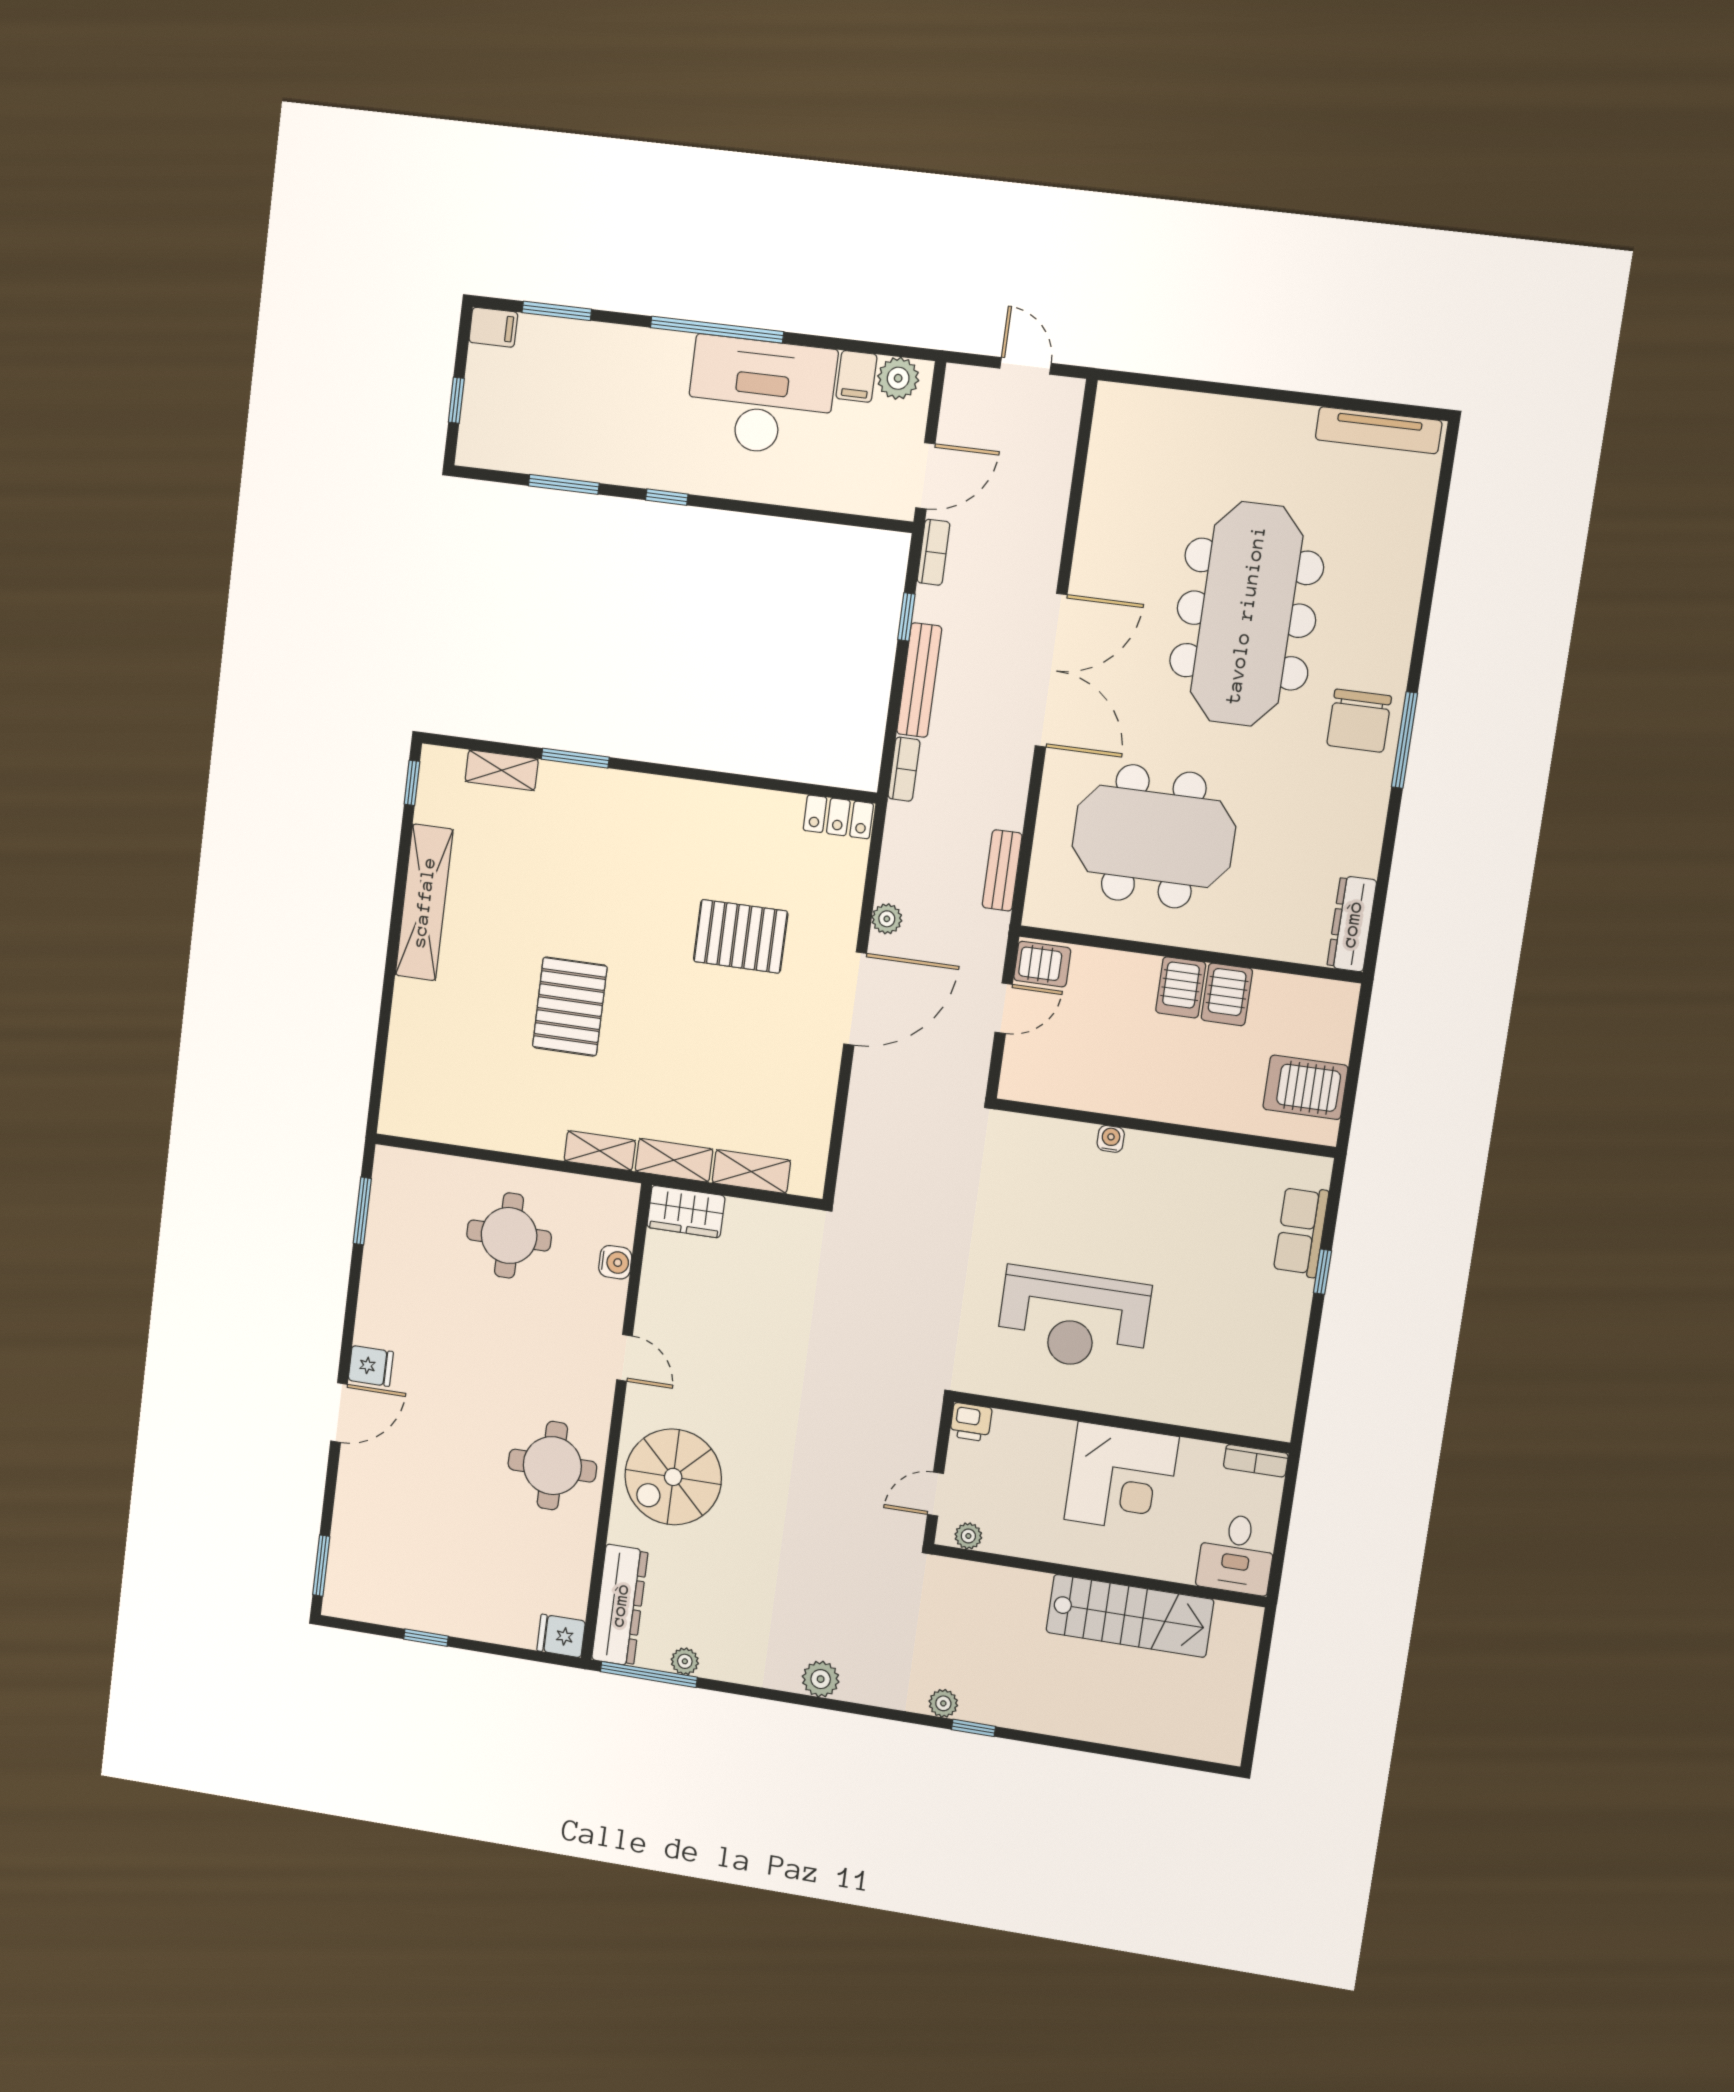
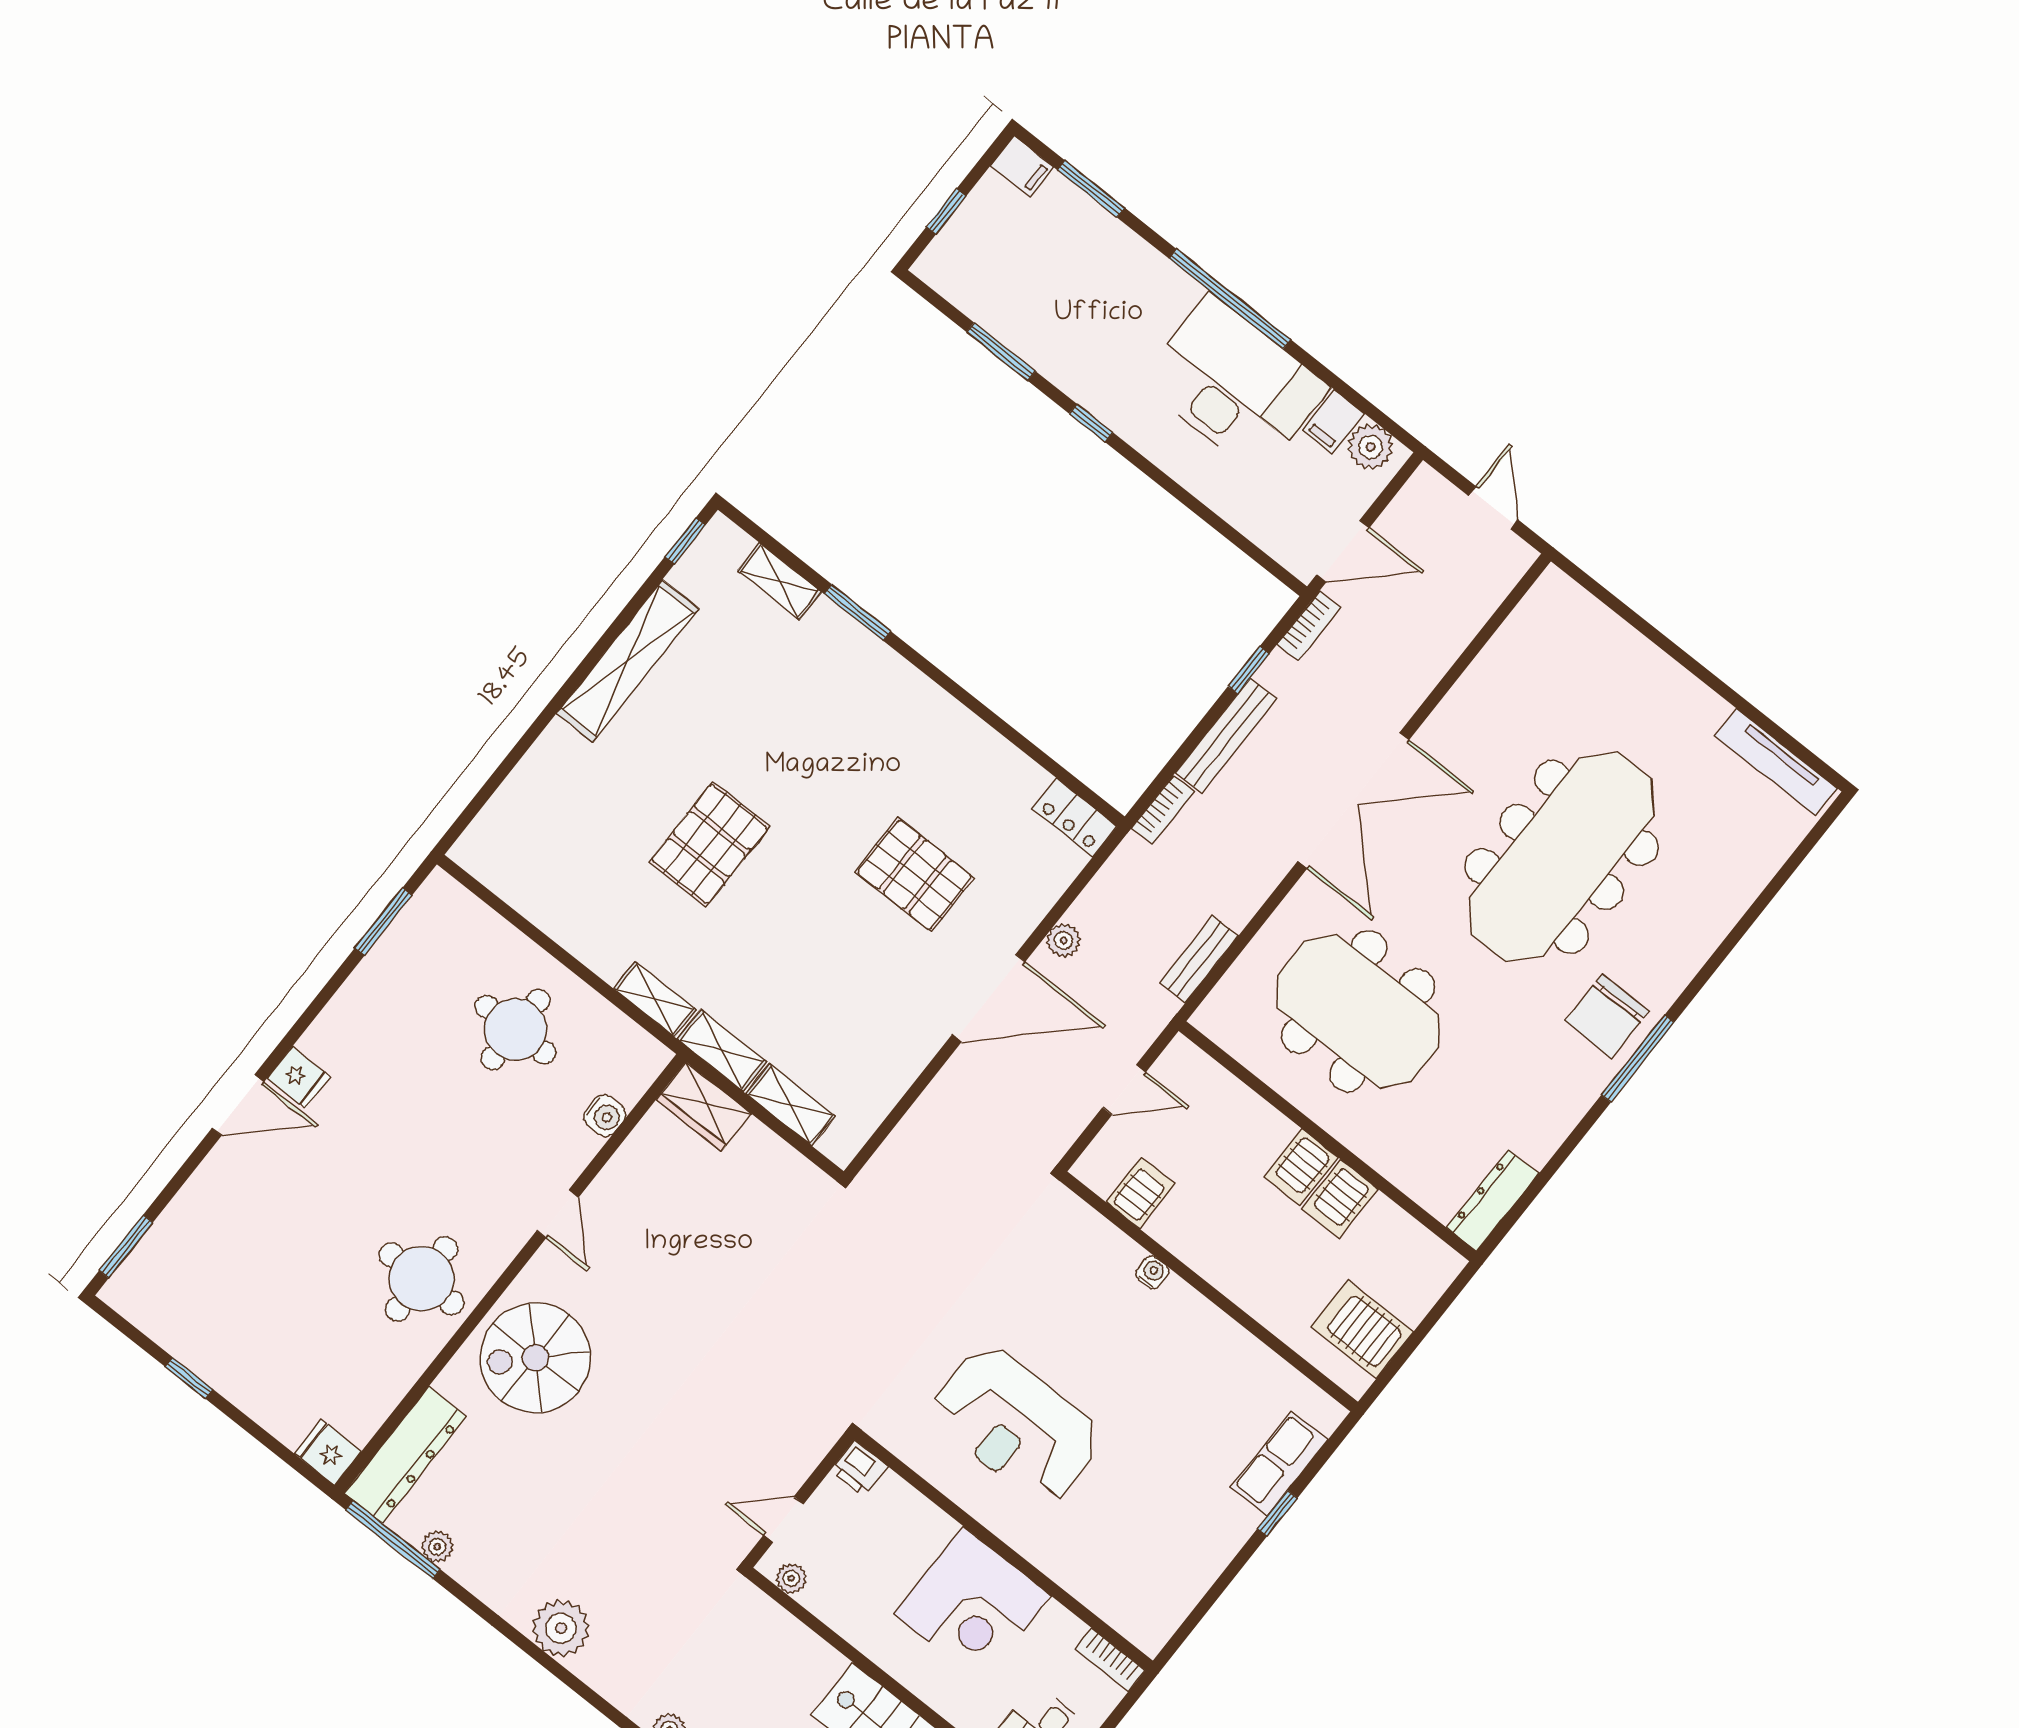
server rack: (1042, 964) -> (1141, 1193), moved, turned -90
plant: (821, 1679) -> (561, 1628), width x1.36, depth x1.36

